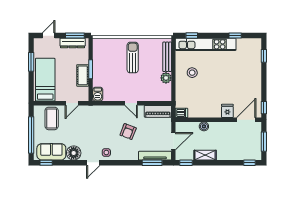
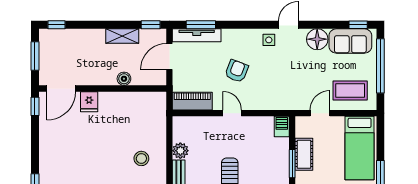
dishwasher: (182, 113) -> (157, 99), removed
coffee table: (52, 118) -> (350, 90), turned 90

